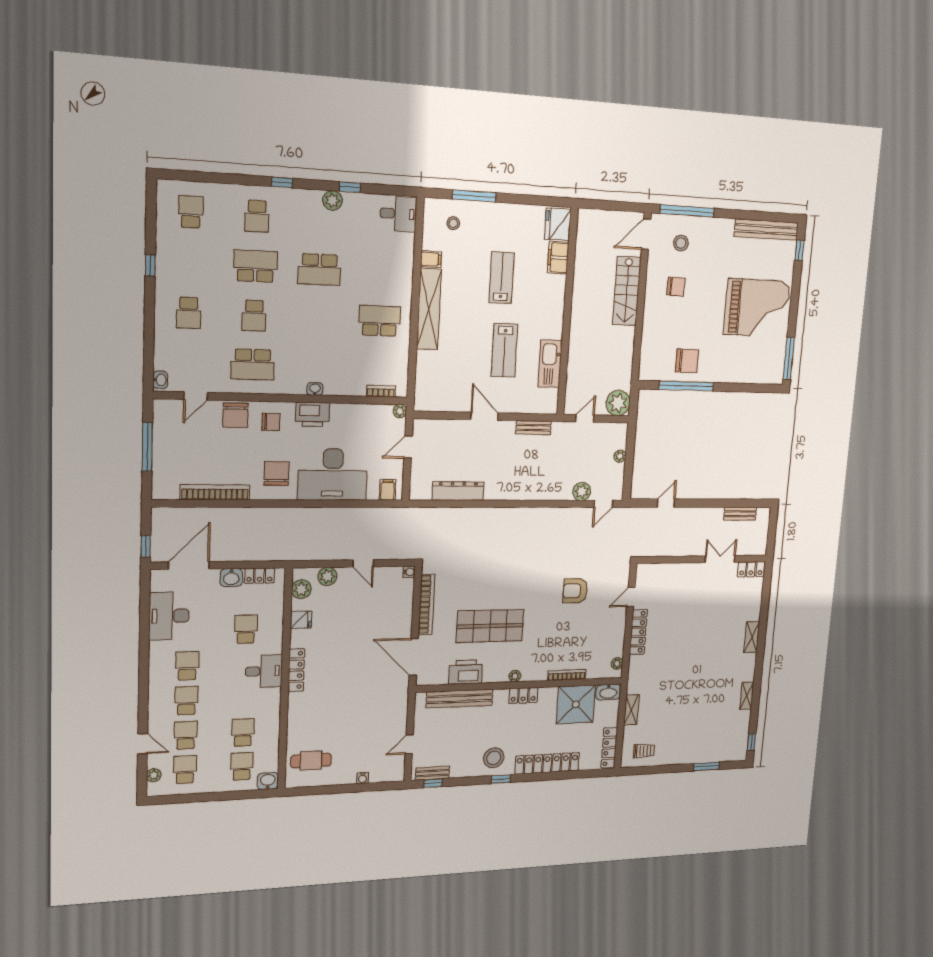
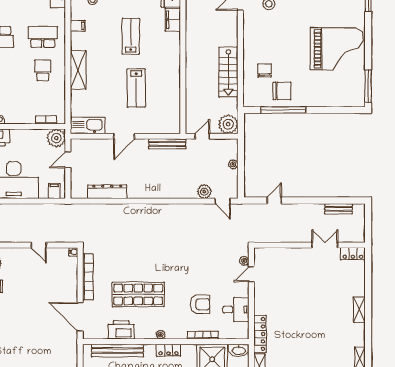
school desk: (382, 273) -> (43, 37), added
chair: (676, 287) -> (265, 70), moved, turned -92
stairs: (627, 291) -> (228, 72), moved
shelving: (429, 309) -> (78, 70), width x0.68
school desk: (380, 321) -> (43, 70), width x0.54
kitchen sink: (550, 364) -> (88, 125), moved, turned 90
plant: (400, 411) -> (56, 138), width x1.88, depth x1.88
door: (484, 416) -> (124, 136), swing flipped
bench: (533, 428) -> (167, 144), width x1.36
door: (603, 504) -> (223, 201), hinge flipped
plant: (327, 576) -> (13, 254), removed
armchair: (575, 591) -> (200, 304), moved, turned 180
locker: (638, 632) -> (260, 334), moved
desk: (609, 642) -> (236, 310), added
plant: (617, 663) -> (244, 261), moved

